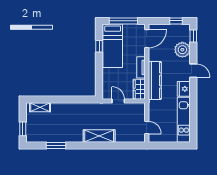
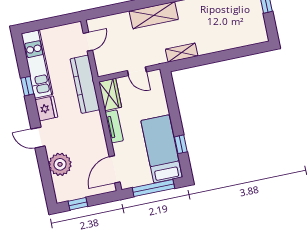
window: (193, 36) -> (27, 86), moved
kitchen counter: (155, 81) -> (85, 84), moved
shelving: (40, 107) -> (182, 53), moved
door: (147, 128) -> (88, 42), swing flipped

